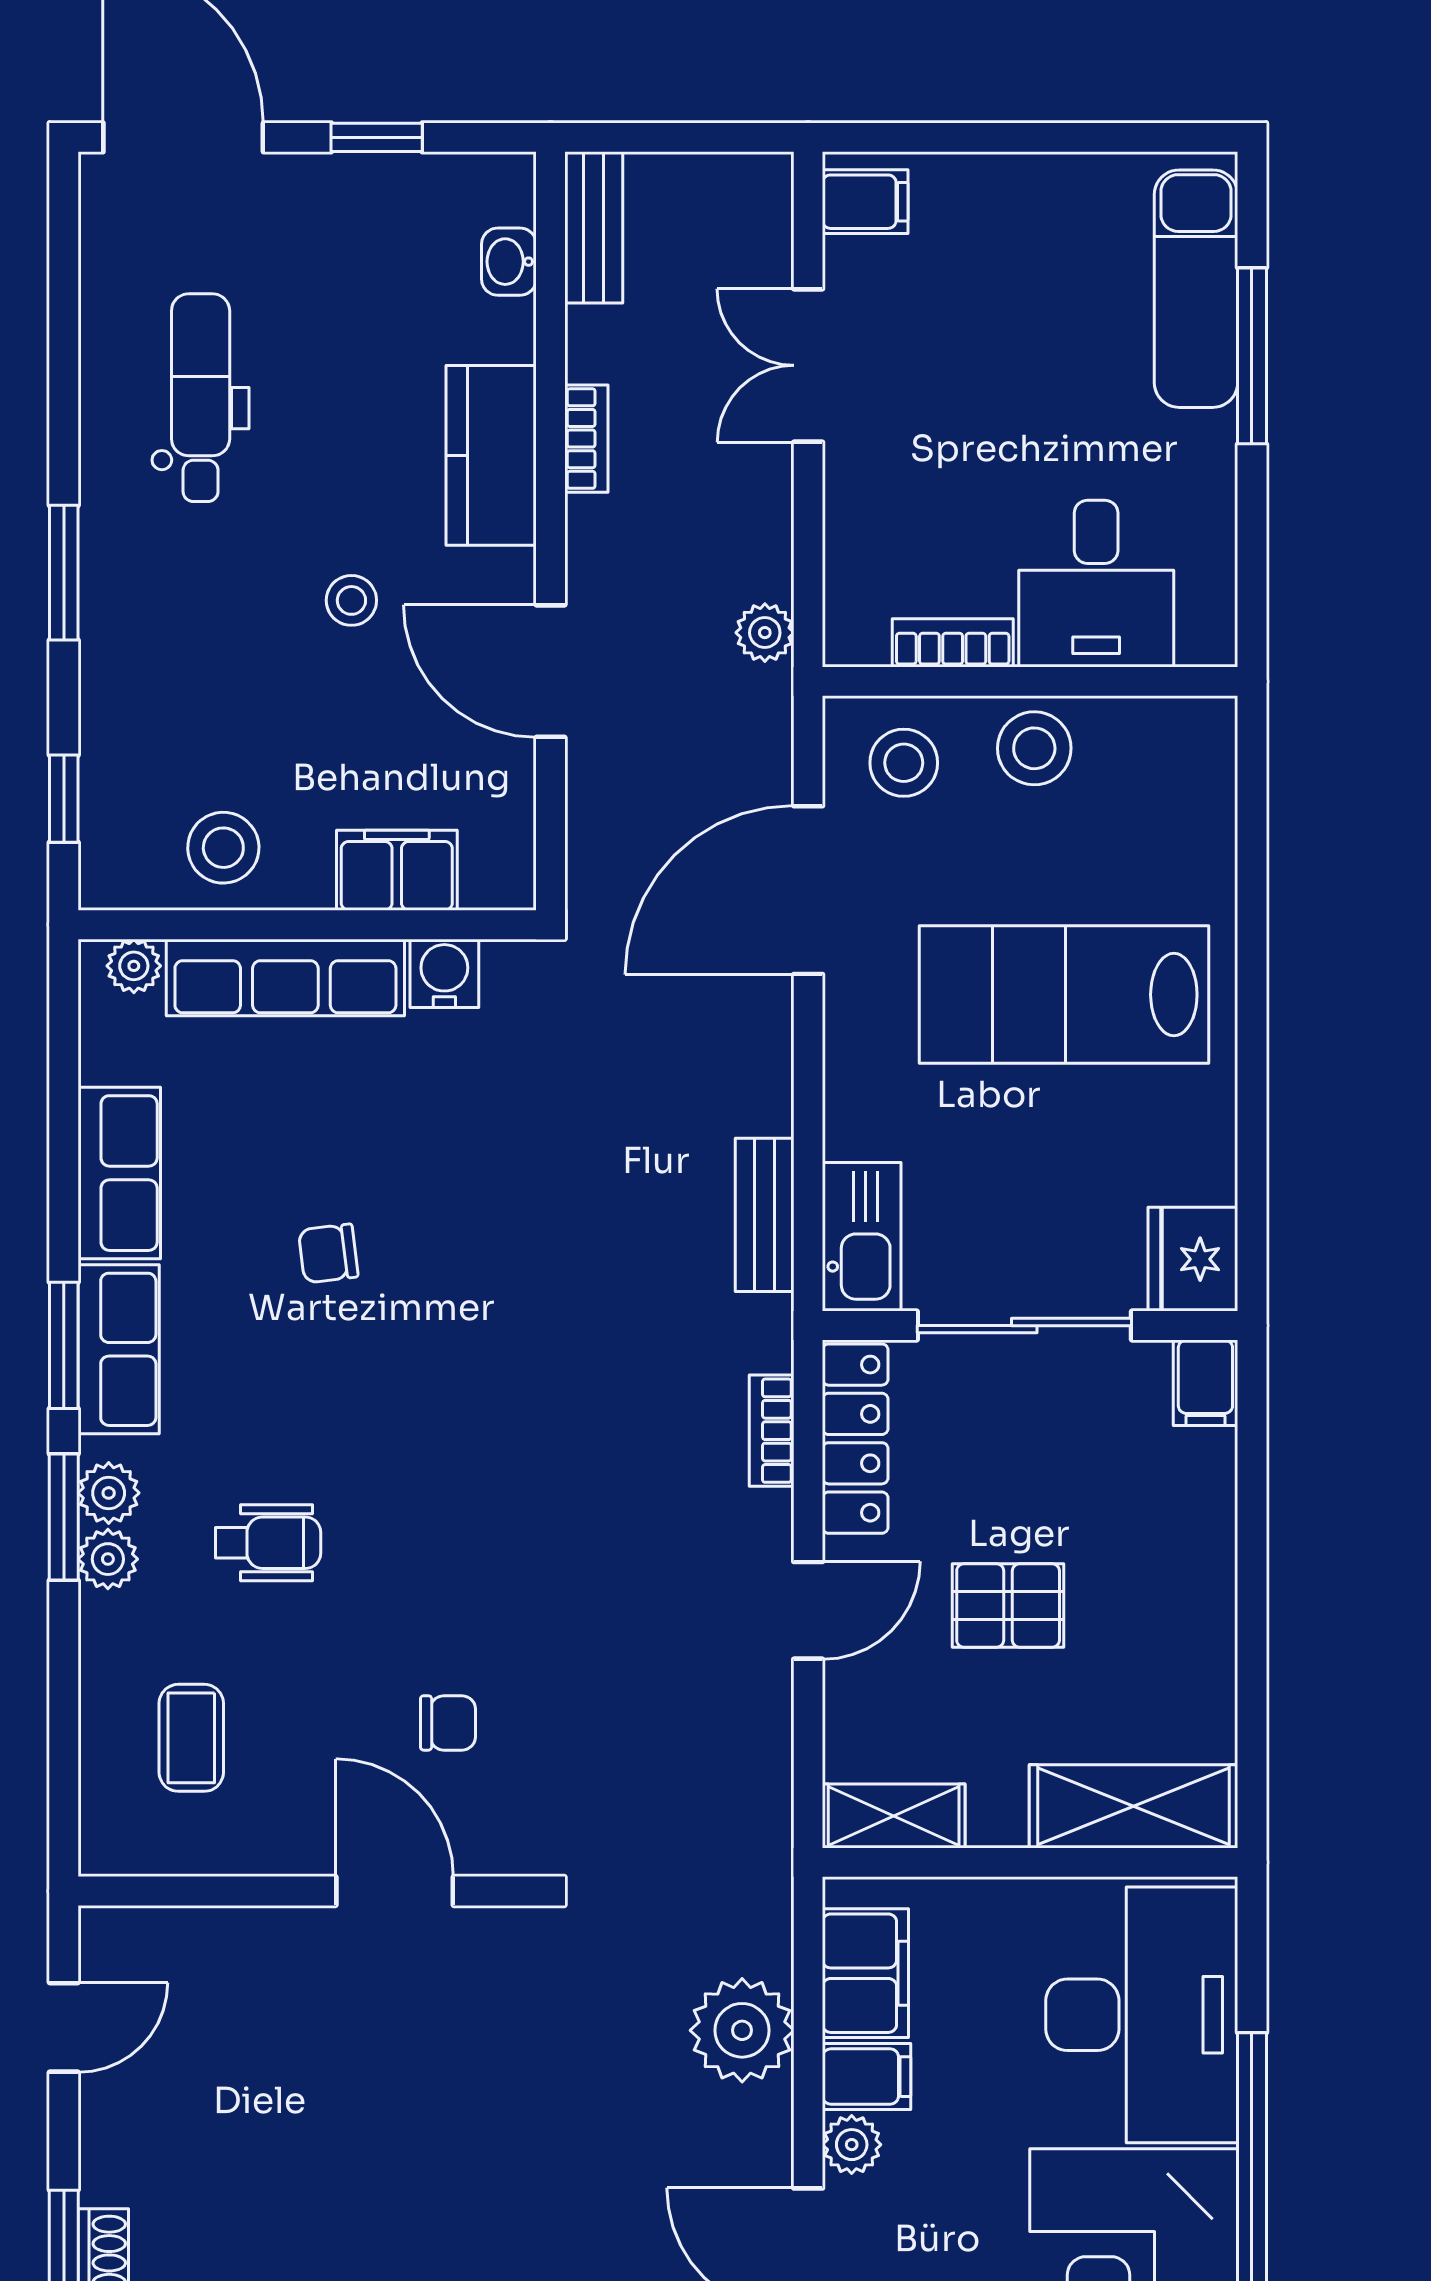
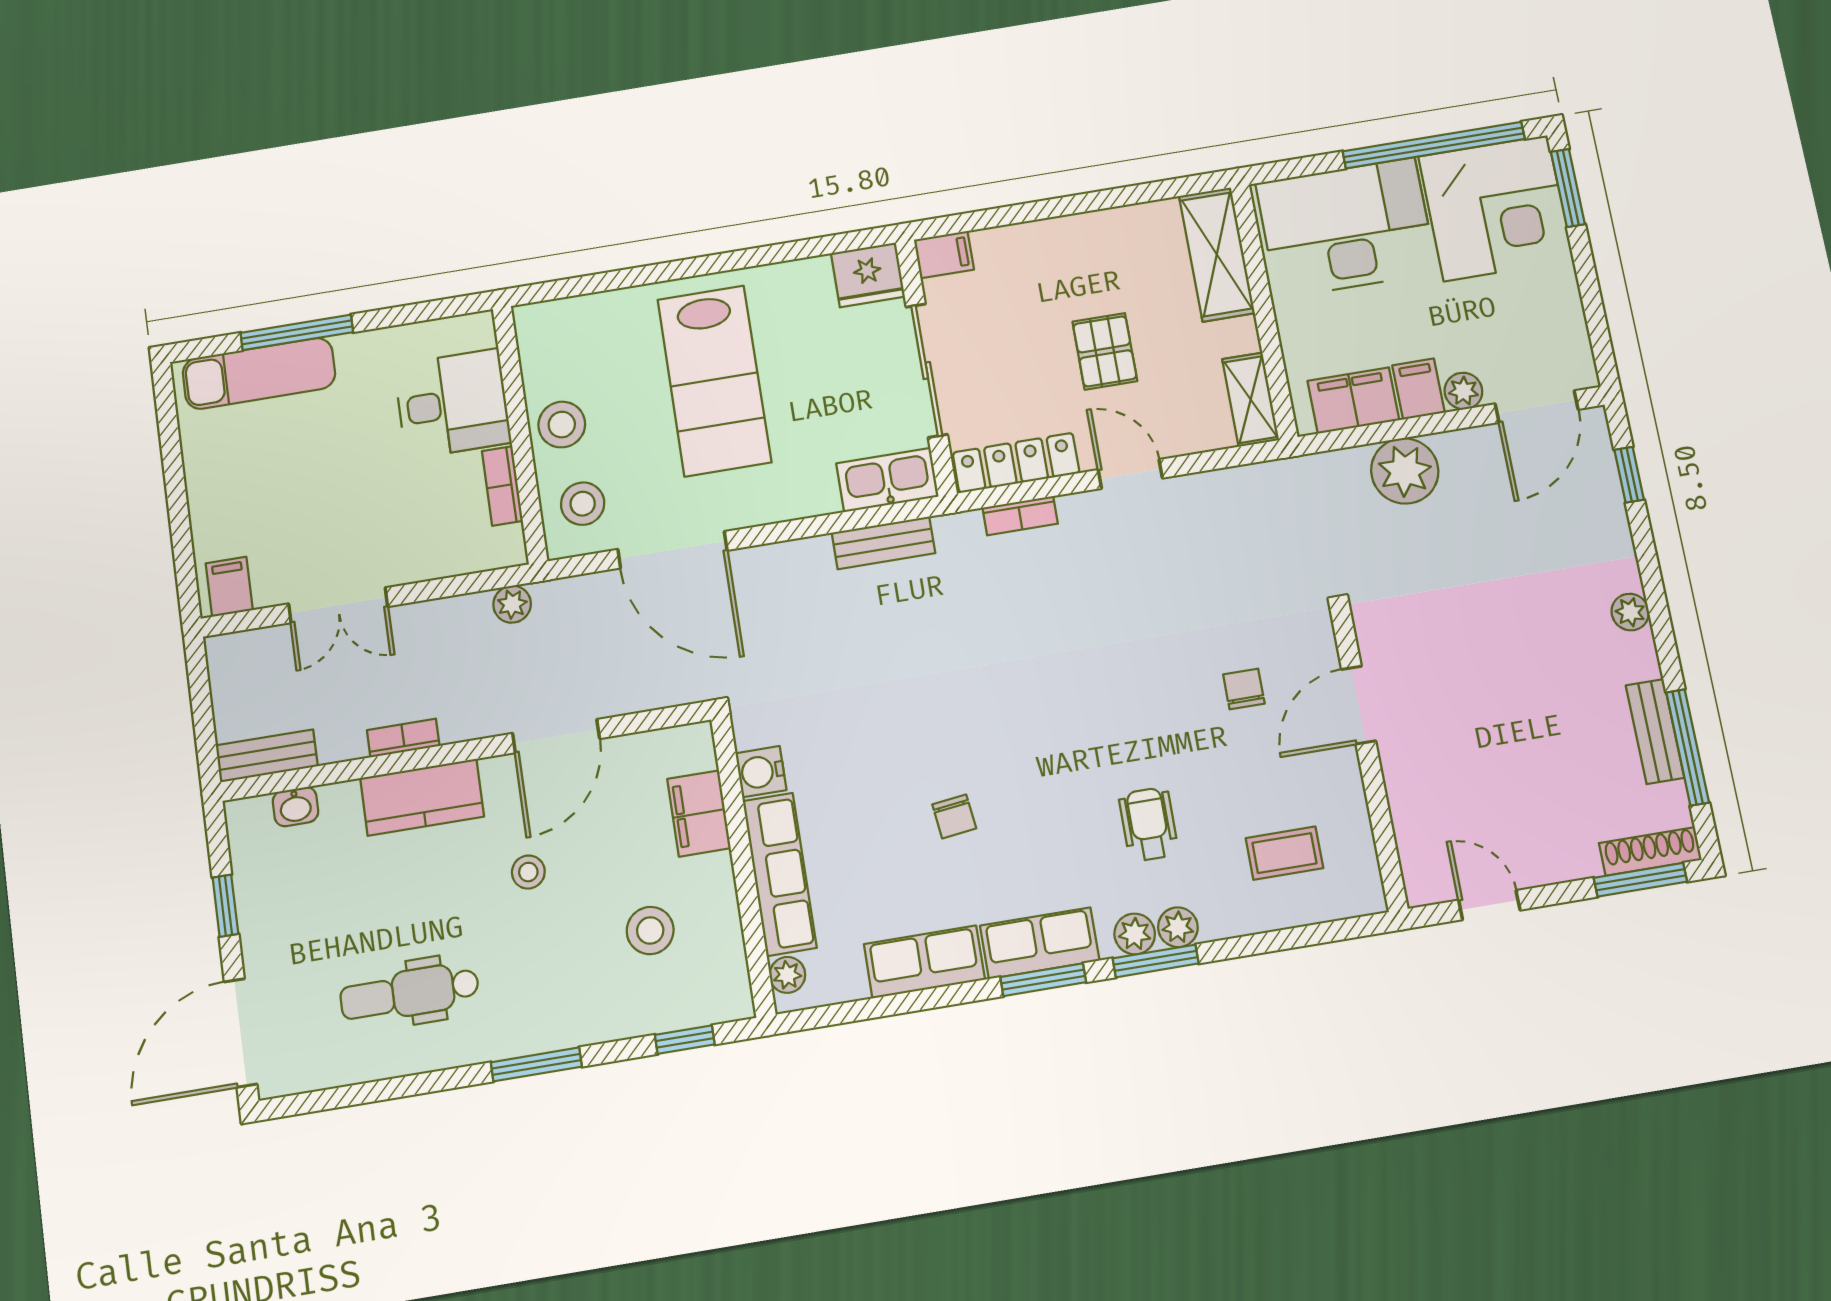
stool: (223, 848) -> (650, 931), moved

